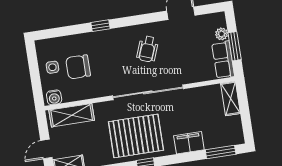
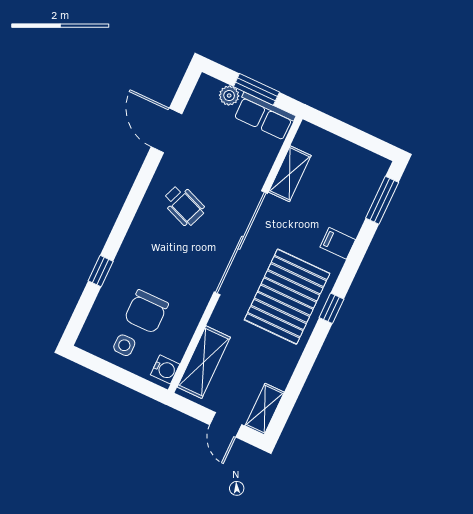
window: (100, 26) -> (101, 271), moved
shelving: (231, 98) -> (290, 174), moved, turned 90
filing cabinet: (189, 143) -> (338, 243), width x0.50

